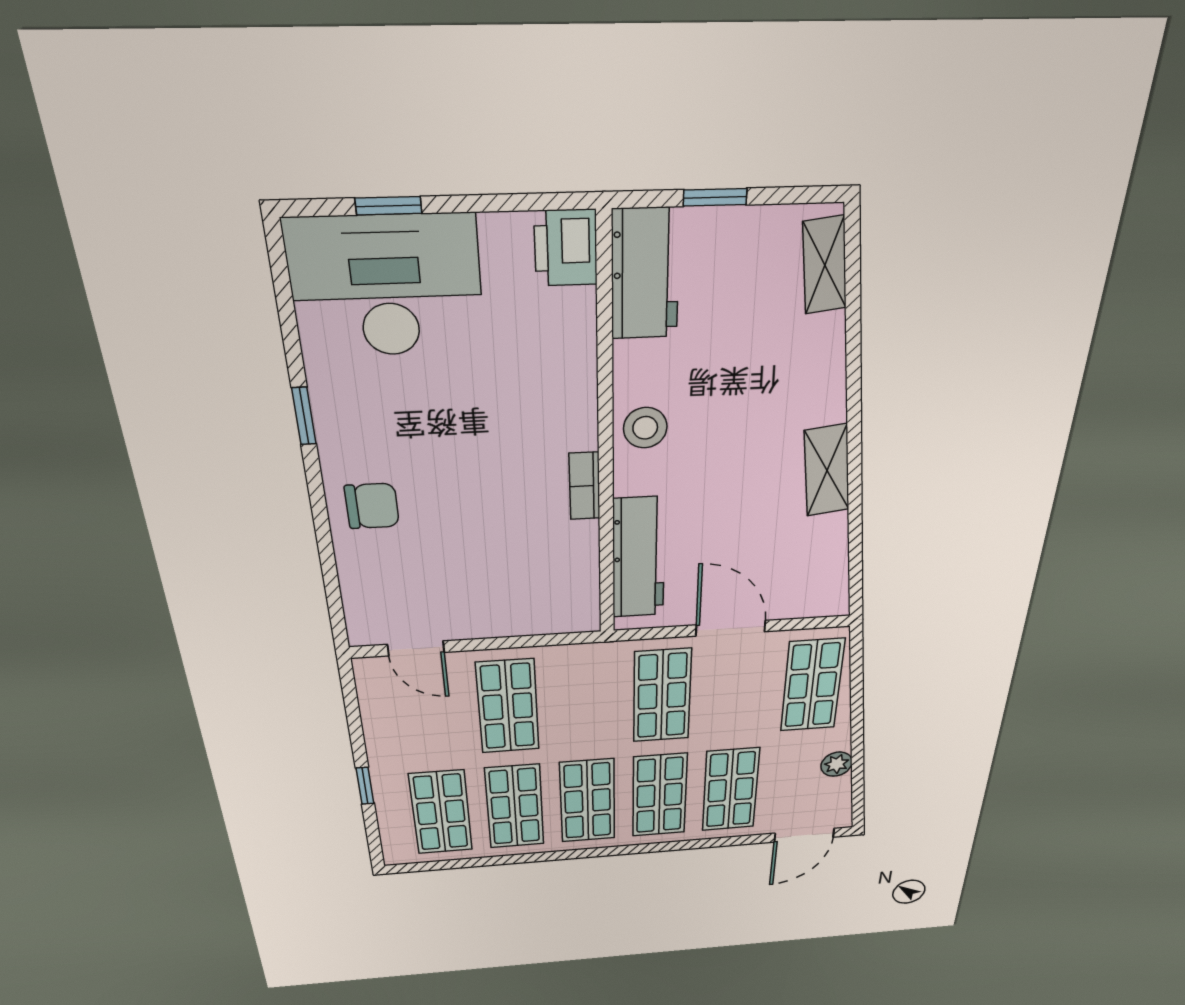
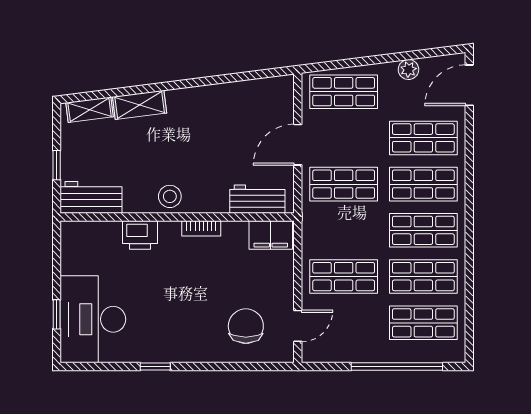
printer: (566, 248) -> (140, 235), moved
shelving: (827, 470) -> (140, 105), moved
chair: (372, 506) -> (246, 326), moved, width x1.37, depth x1.37
workbench: (639, 558) -> (257, 199), width x0.73
filing cabinet: (575, 598) -> (271, 235), added
window: (365, 786) -> (397, 367), width x3.17
door: (804, 835) -> (469, 85), swing flipped

